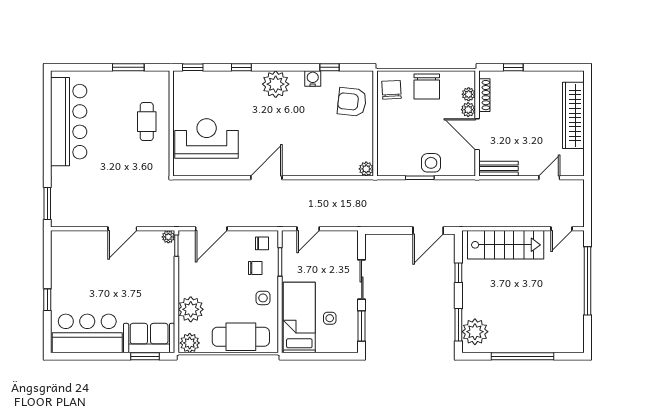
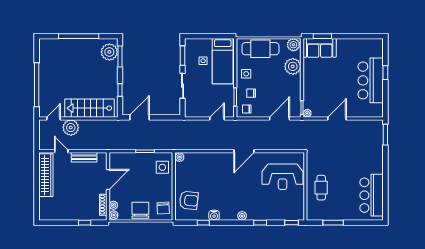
plant: (276, 84) -> (242, 216), width x0.53, depth x0.53
plant: (468, 110) -> (114, 215), moved
wardrobe: (573, 115) -> (46, 175), moved
bar counter: (69, 122) -> (372, 195), width x0.73
door: (477, 134) -> (108, 179), hinge flipped
side table: (431, 163) -> (162, 167), moved
bench: (499, 169) -> (84, 157), moved
door: (549, 178) -> (61, 151), swing flipped
plant: (535, 215) -> (71, 128), added
bar counter: (87, 333) -> (371, 80), moved, turned 90

